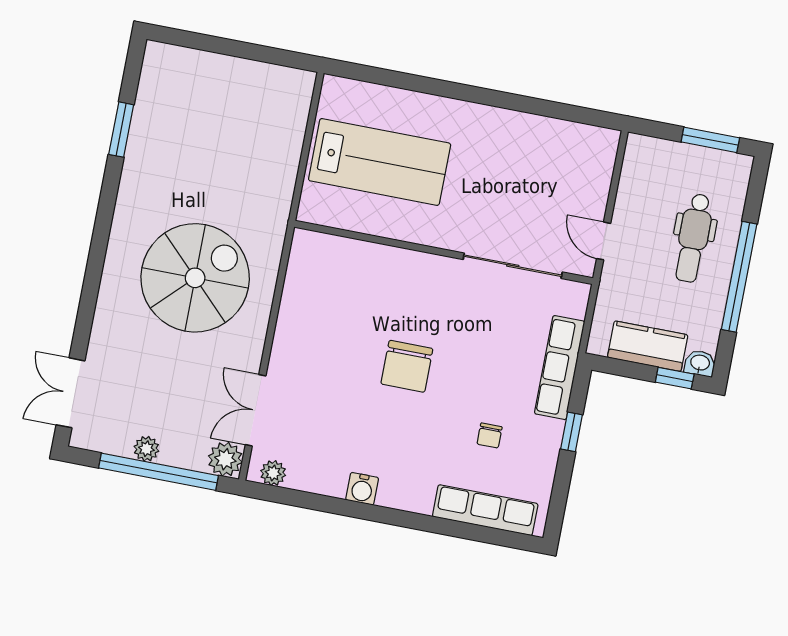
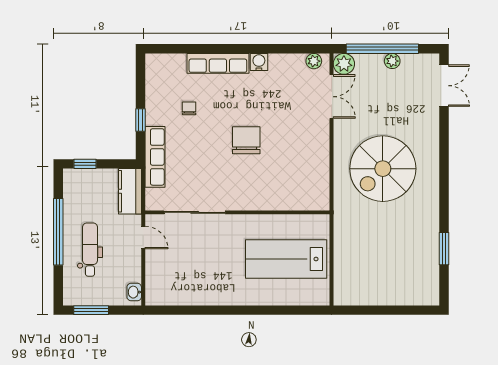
kitchen counter: (648, 346) -> (130, 191), moved, turned 90
washbasin: (700, 363) -> (134, 292), moved, turned 90
row of seats: (485, 510) -> (218, 63), moved

